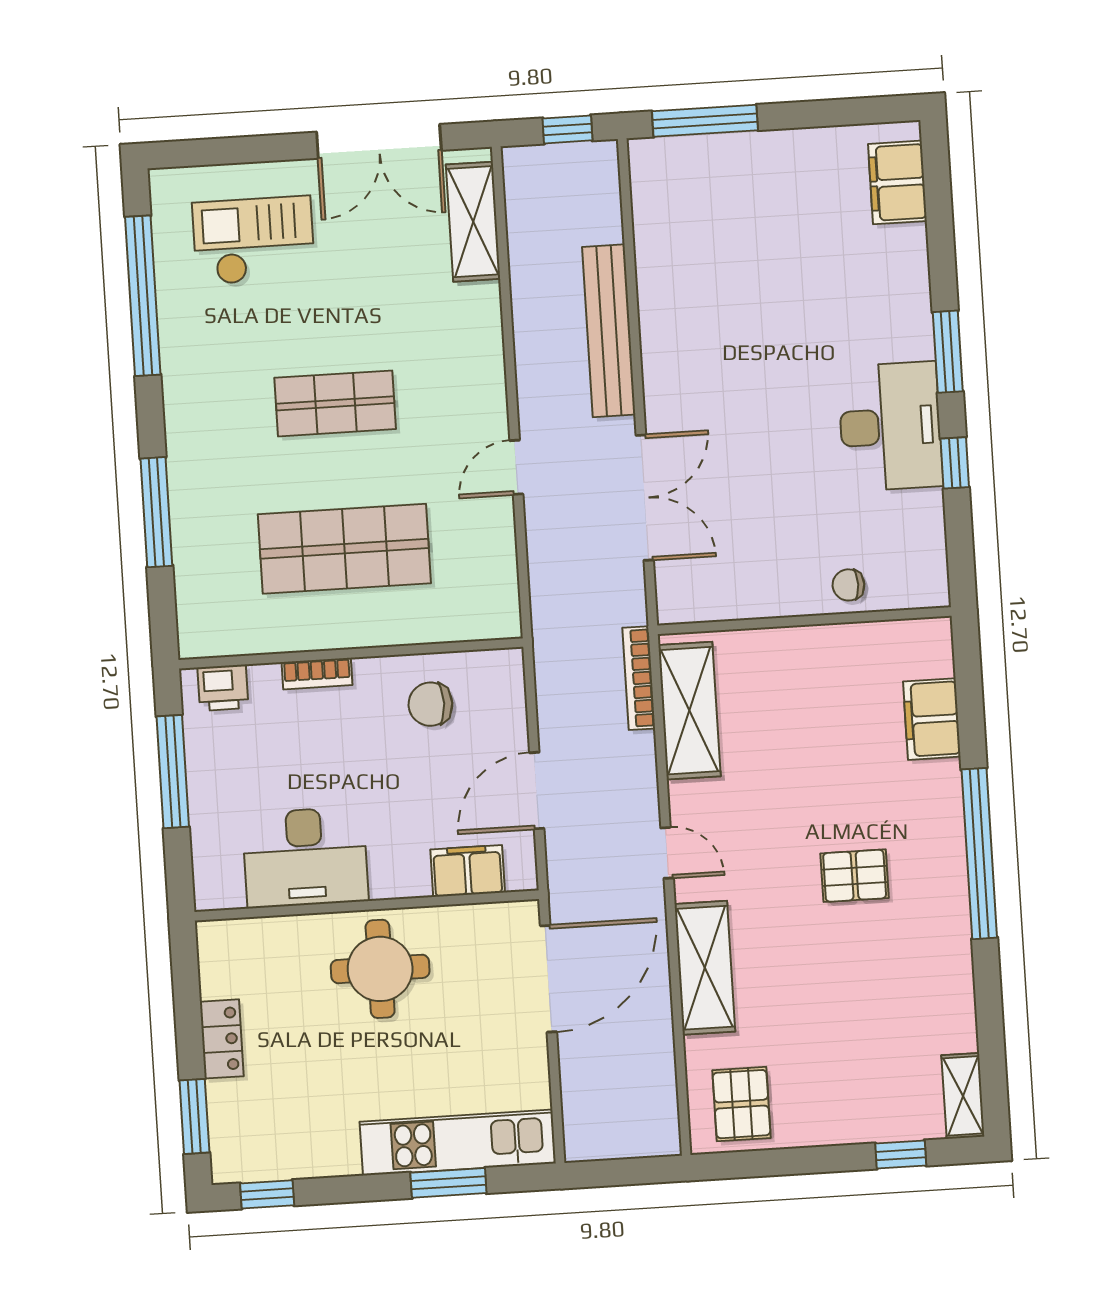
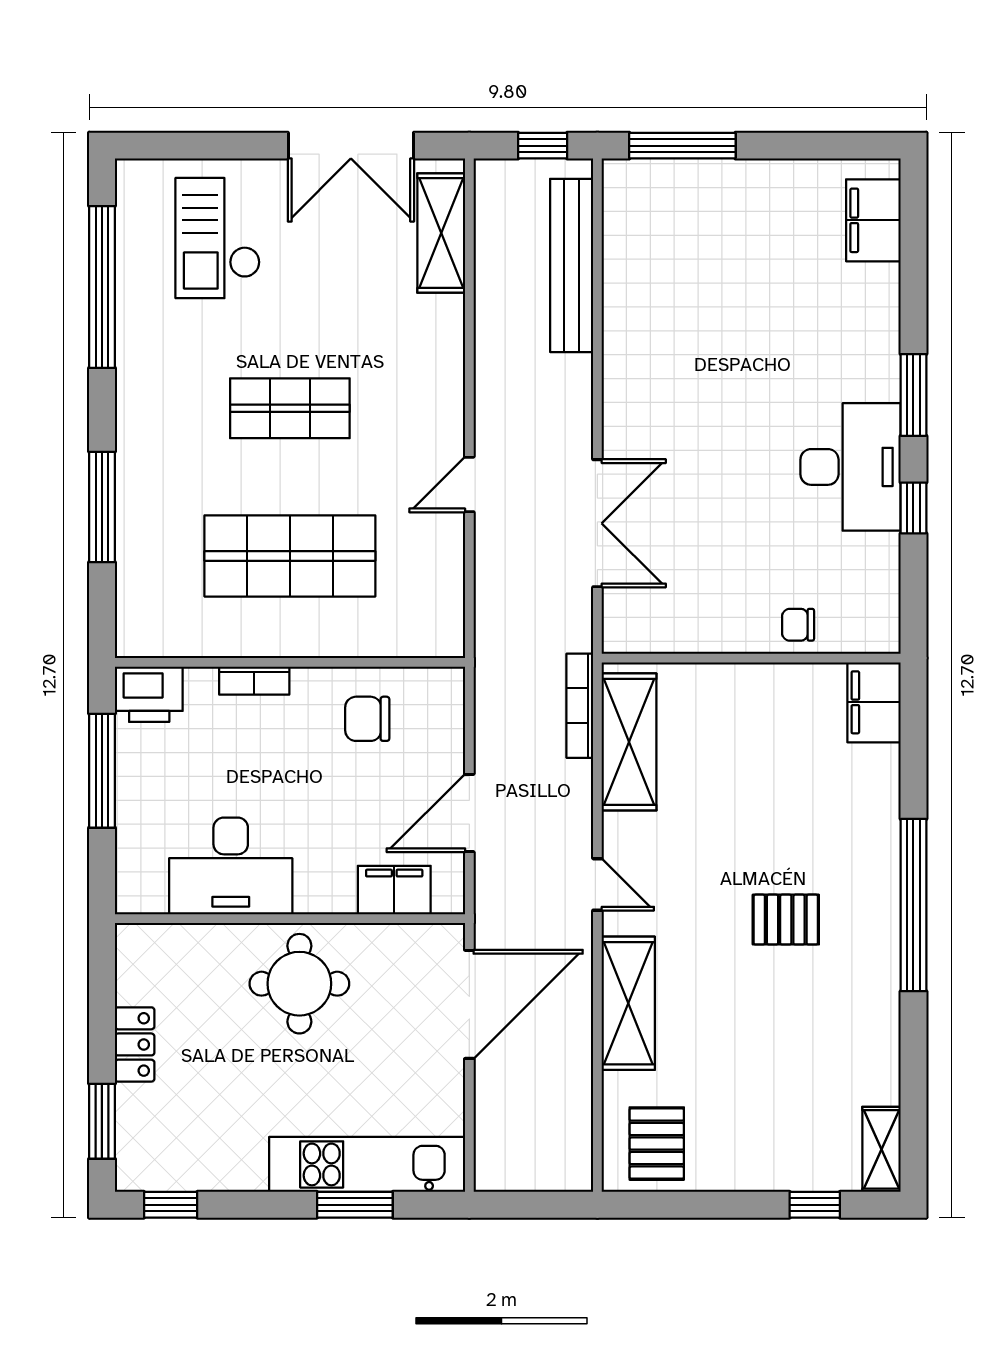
checkout: (254, 240) -> (218, 238), turned -90
bench: (609, 331) -> (572, 265), moved
printer: (223, 688) -> (149, 694), width x1.36, depth x1.24
filing cabinet: (932, 719) -> (874, 702), moved

